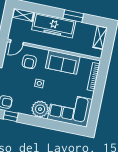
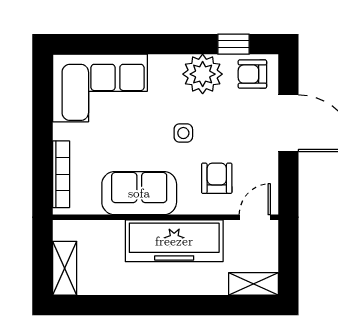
window: (73, 16) -> (137, 305), removed
freezer: (54, 25) -> (174, 241), moved, turned 180
plant: (40, 109) -> (203, 74), moved

